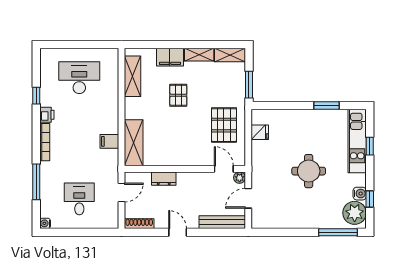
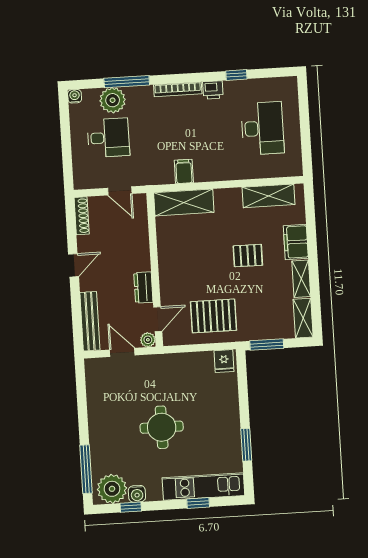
fridge: (260, 132) -> (224, 361), moved
dresser: (164, 179) -> (143, 287), moved
plant: (50, 194) -> (113, 100), added

